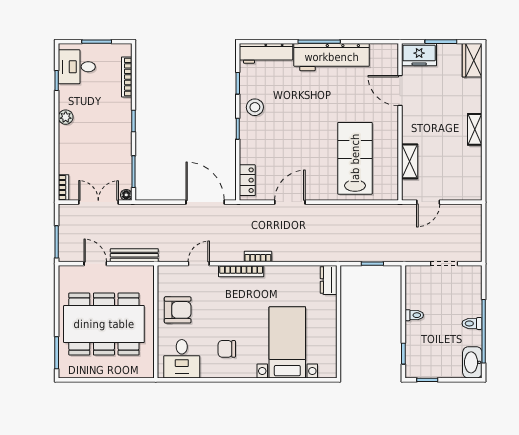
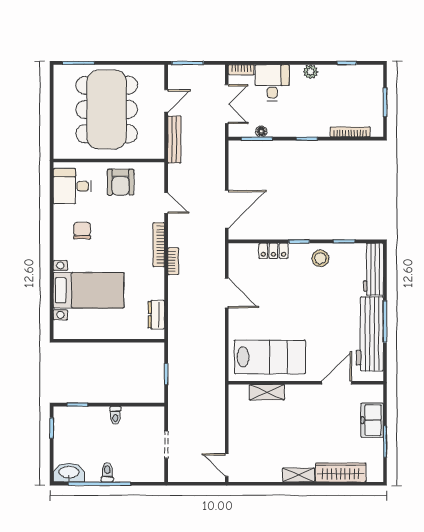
wardrobe: (472, 60) -> (341, 472), moved, width x1.50
desk: (77, 67) -> (272, 83), moved
door: (400, 91) -> (337, 383), moved
wall: (400, 122) -> (306, 383), moved
shelving: (410, 161) -> (267, 392), moved
locker: (247, 180) -> (273, 251), moved
floor lamp: (126, 195) -> (261, 131), moved
door: (428, 202) -> (227, 465), moved
dresser: (329, 280) -> (156, 315), moved, turned -90

